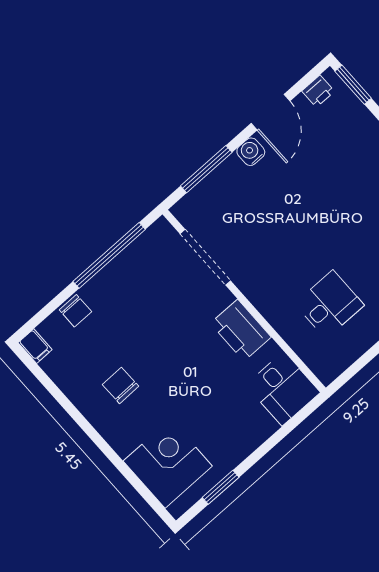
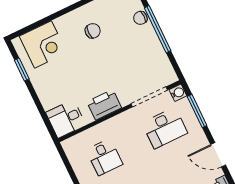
water cooler: (251, 152) -> (178, 93), moved
desk: (251, 216) -> (165, 128), added
window: (109, 255) -> (158, 29), moved

